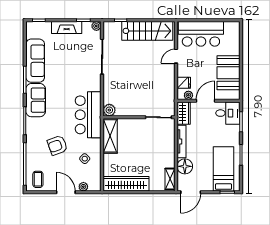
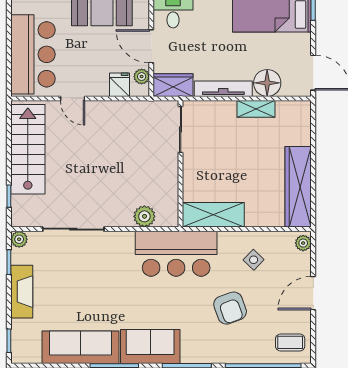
plant: (109, 110) -> (144, 216), moved
shelving: (170, 179) -> (256, 109), moved
plant: (83, 187) -> (303, 243), moved

